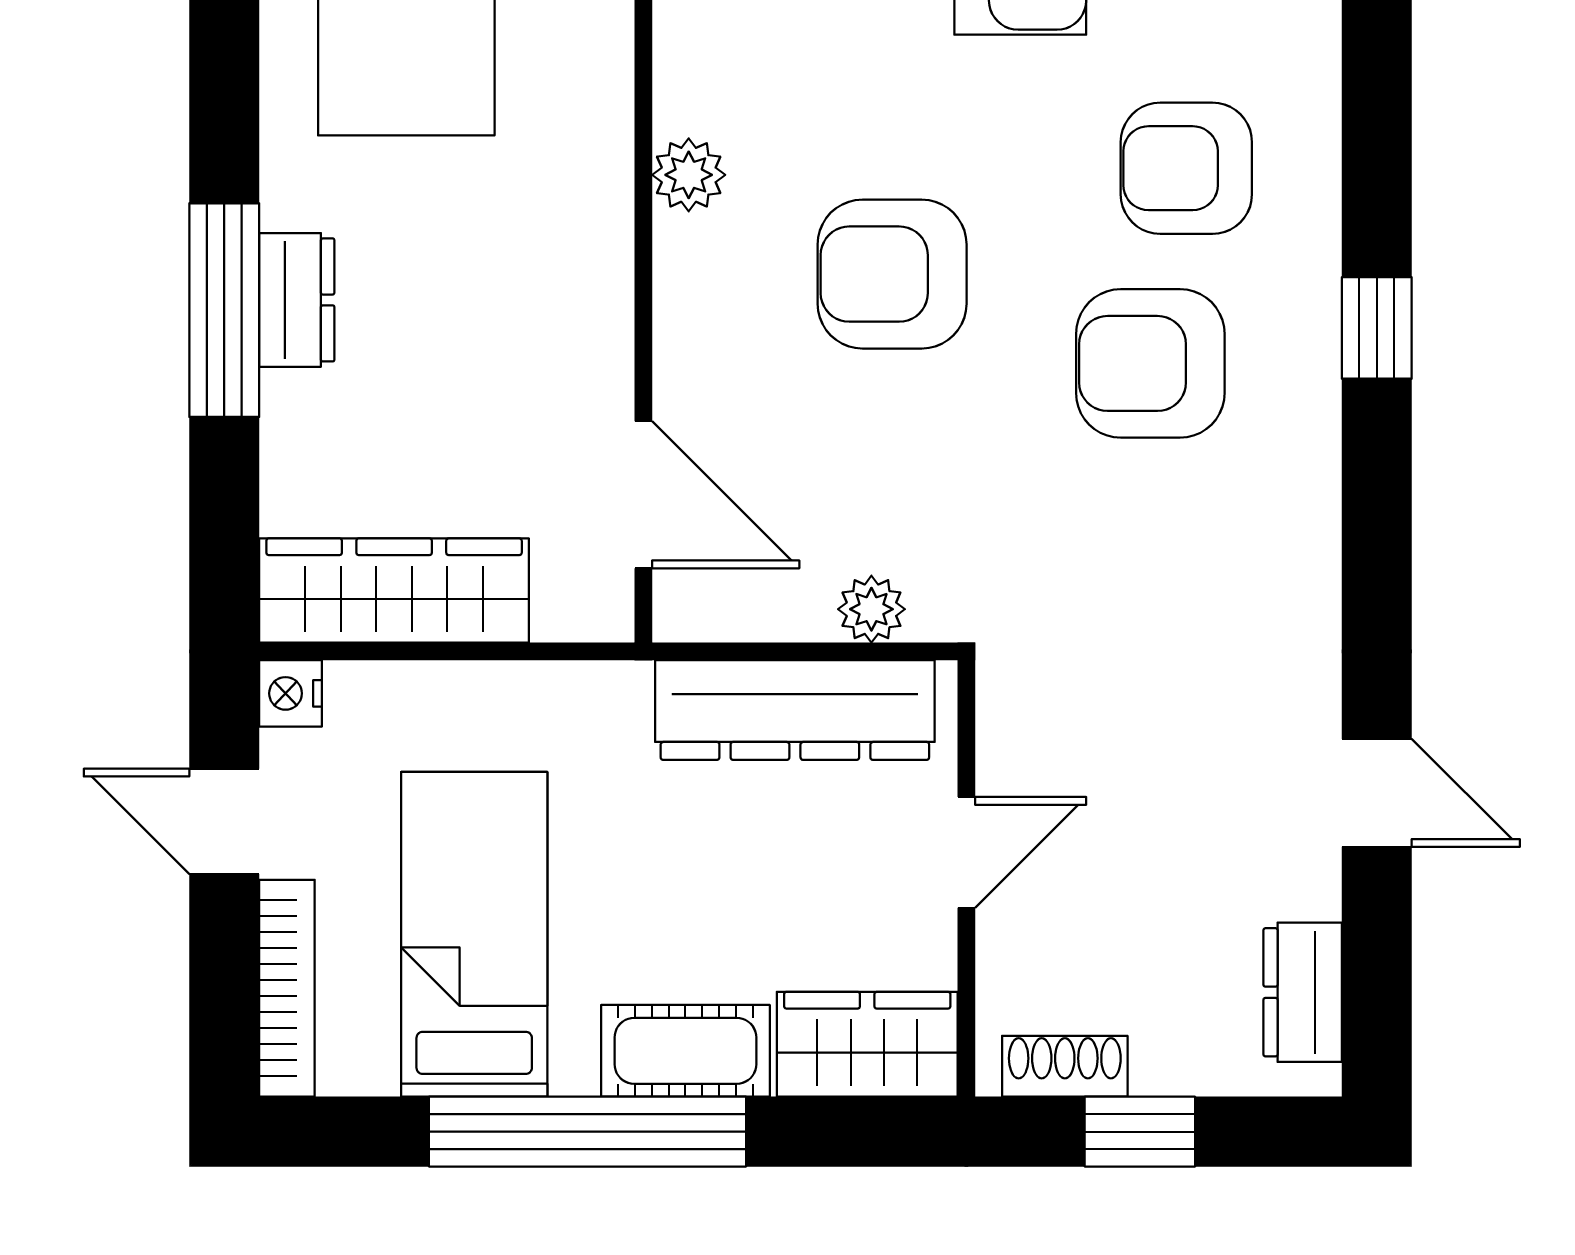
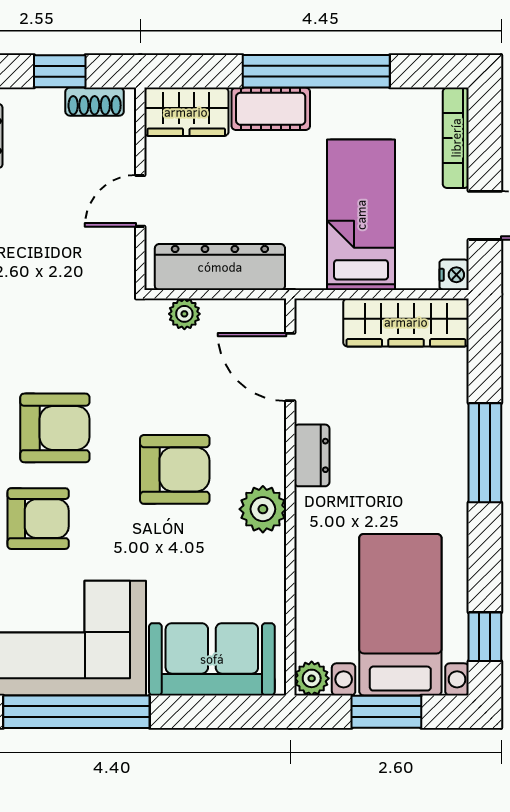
plant: (689, 175) -> (263, 509), width x1.38, depth x1.38
dresser: (297, 300) -> (312, 455), moved, turned 180
bed: (474, 934) -> (361, 215), moved, turned 180

